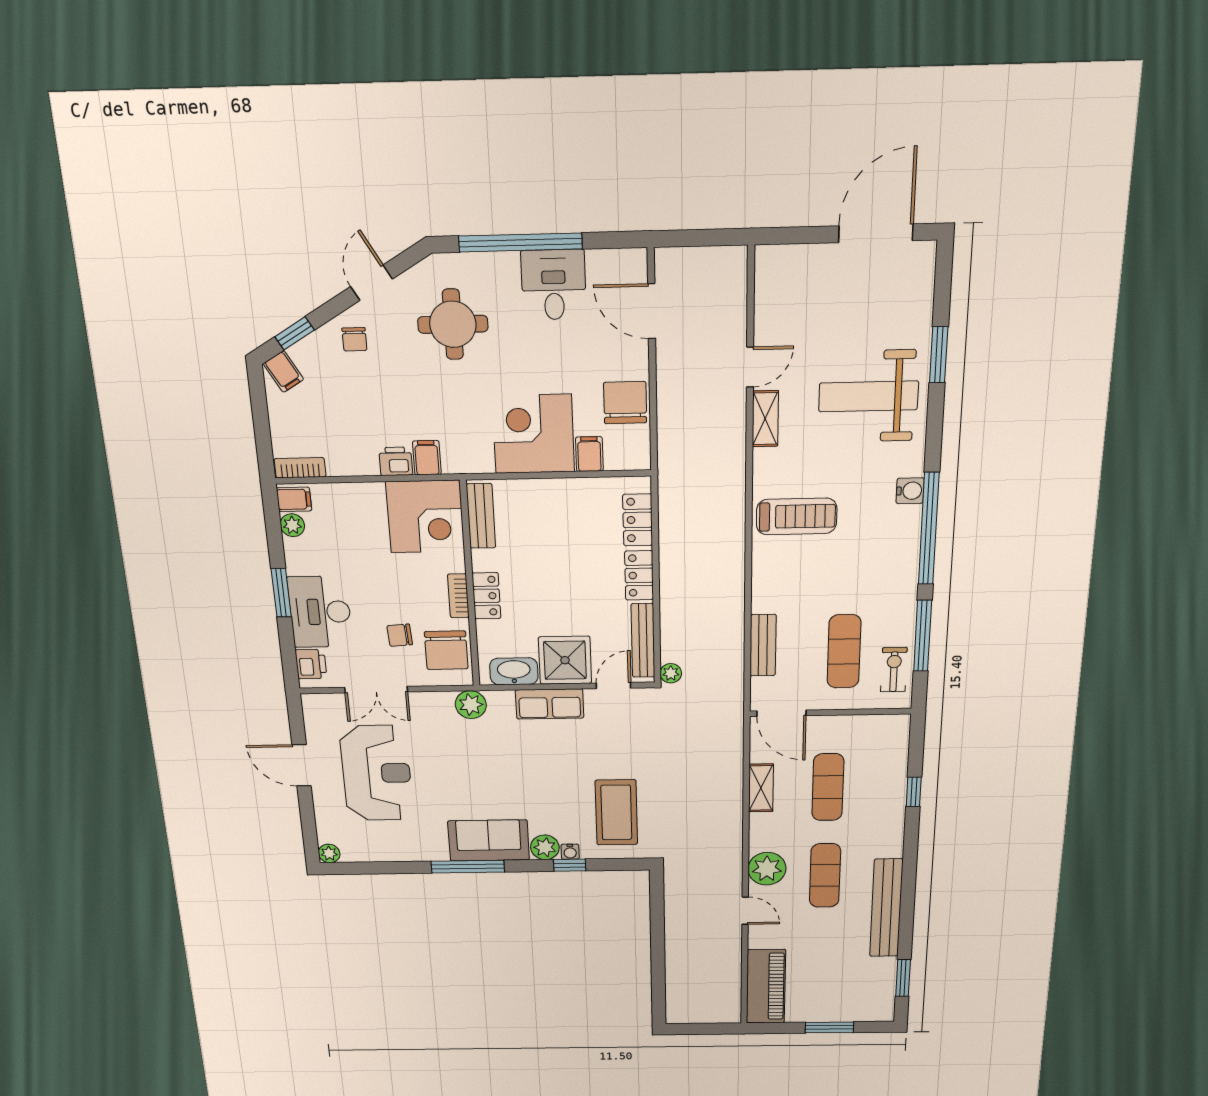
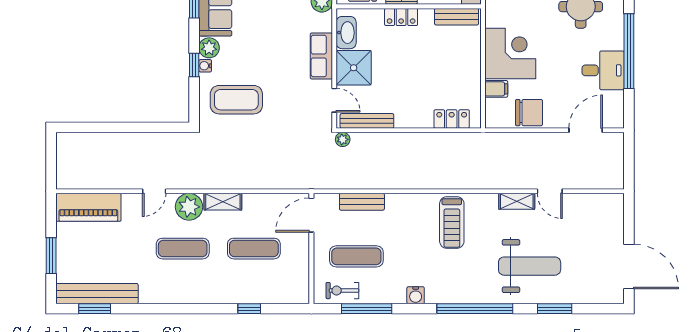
weight bench: (868, 396) -> (530, 266), turned 90
water cooler: (910, 491) -> (416, 295), moved
window: (929, 529) -> (475, 309), moved
locker: (639, 575) -> (413, 119), removed
exercise bike: (894, 670) -> (342, 291), turned 180
shelving: (761, 788) -> (223, 202), moved
bench: (886, 908) -> (97, 294), moved

